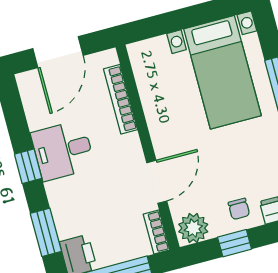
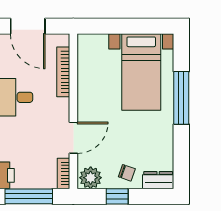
door: (58, 52) -> (28, 26), hinge flipped
chair: (239, 209) -> (127, 173), turned -71

